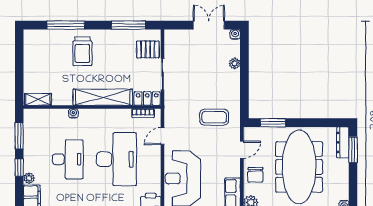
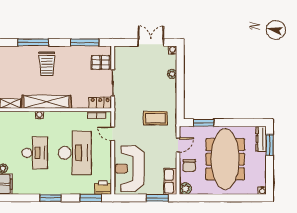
shelving: (103, 97) -> (47, 102), moved
door: (162, 136) -> (113, 134), hinge flipped

